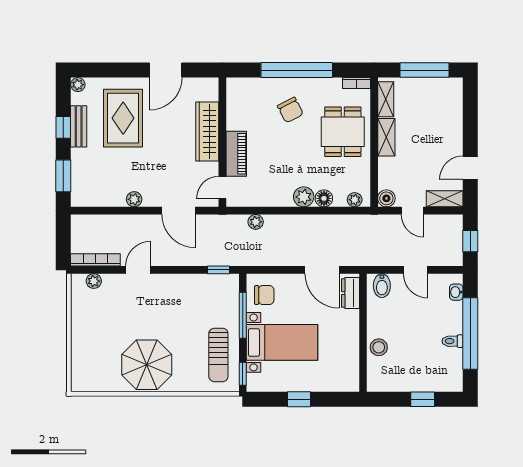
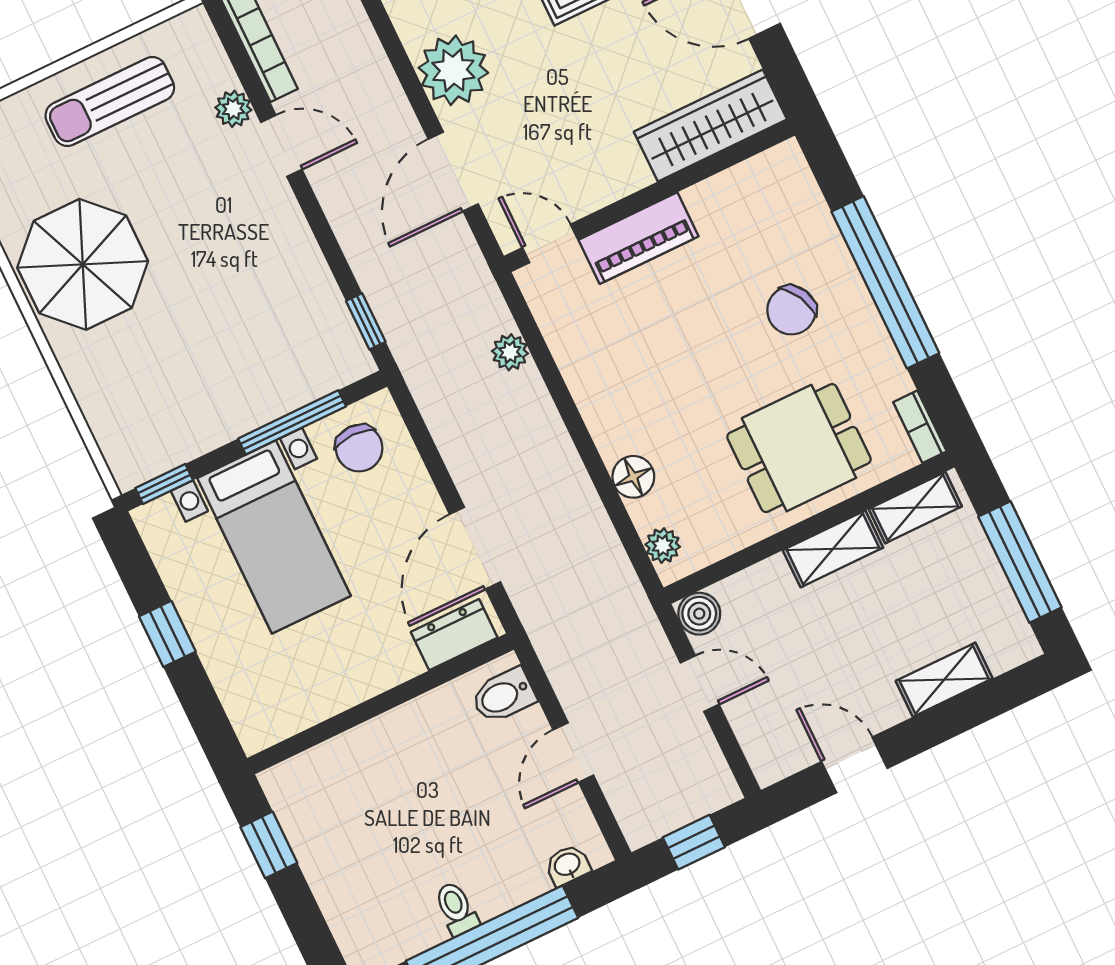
wardrobe: (207, 132) -> (710, 126), moved
plant: (304, 197) -> (615, 431), removed
plant: (134, 199) -> (453, 70), width x1.87, depth x1.87
shelving: (445, 199) -> (944, 680), moved, turned 90
door: (412, 211) -> (700, 684), swing flipped
plant: (94, 281) -> (233, 109), moved
stool: (379, 347) -> (365, 754), removed
sun lounger: (218, 355) -> (110, 102), moved
window: (423, 399) -> (269, 845), moved

